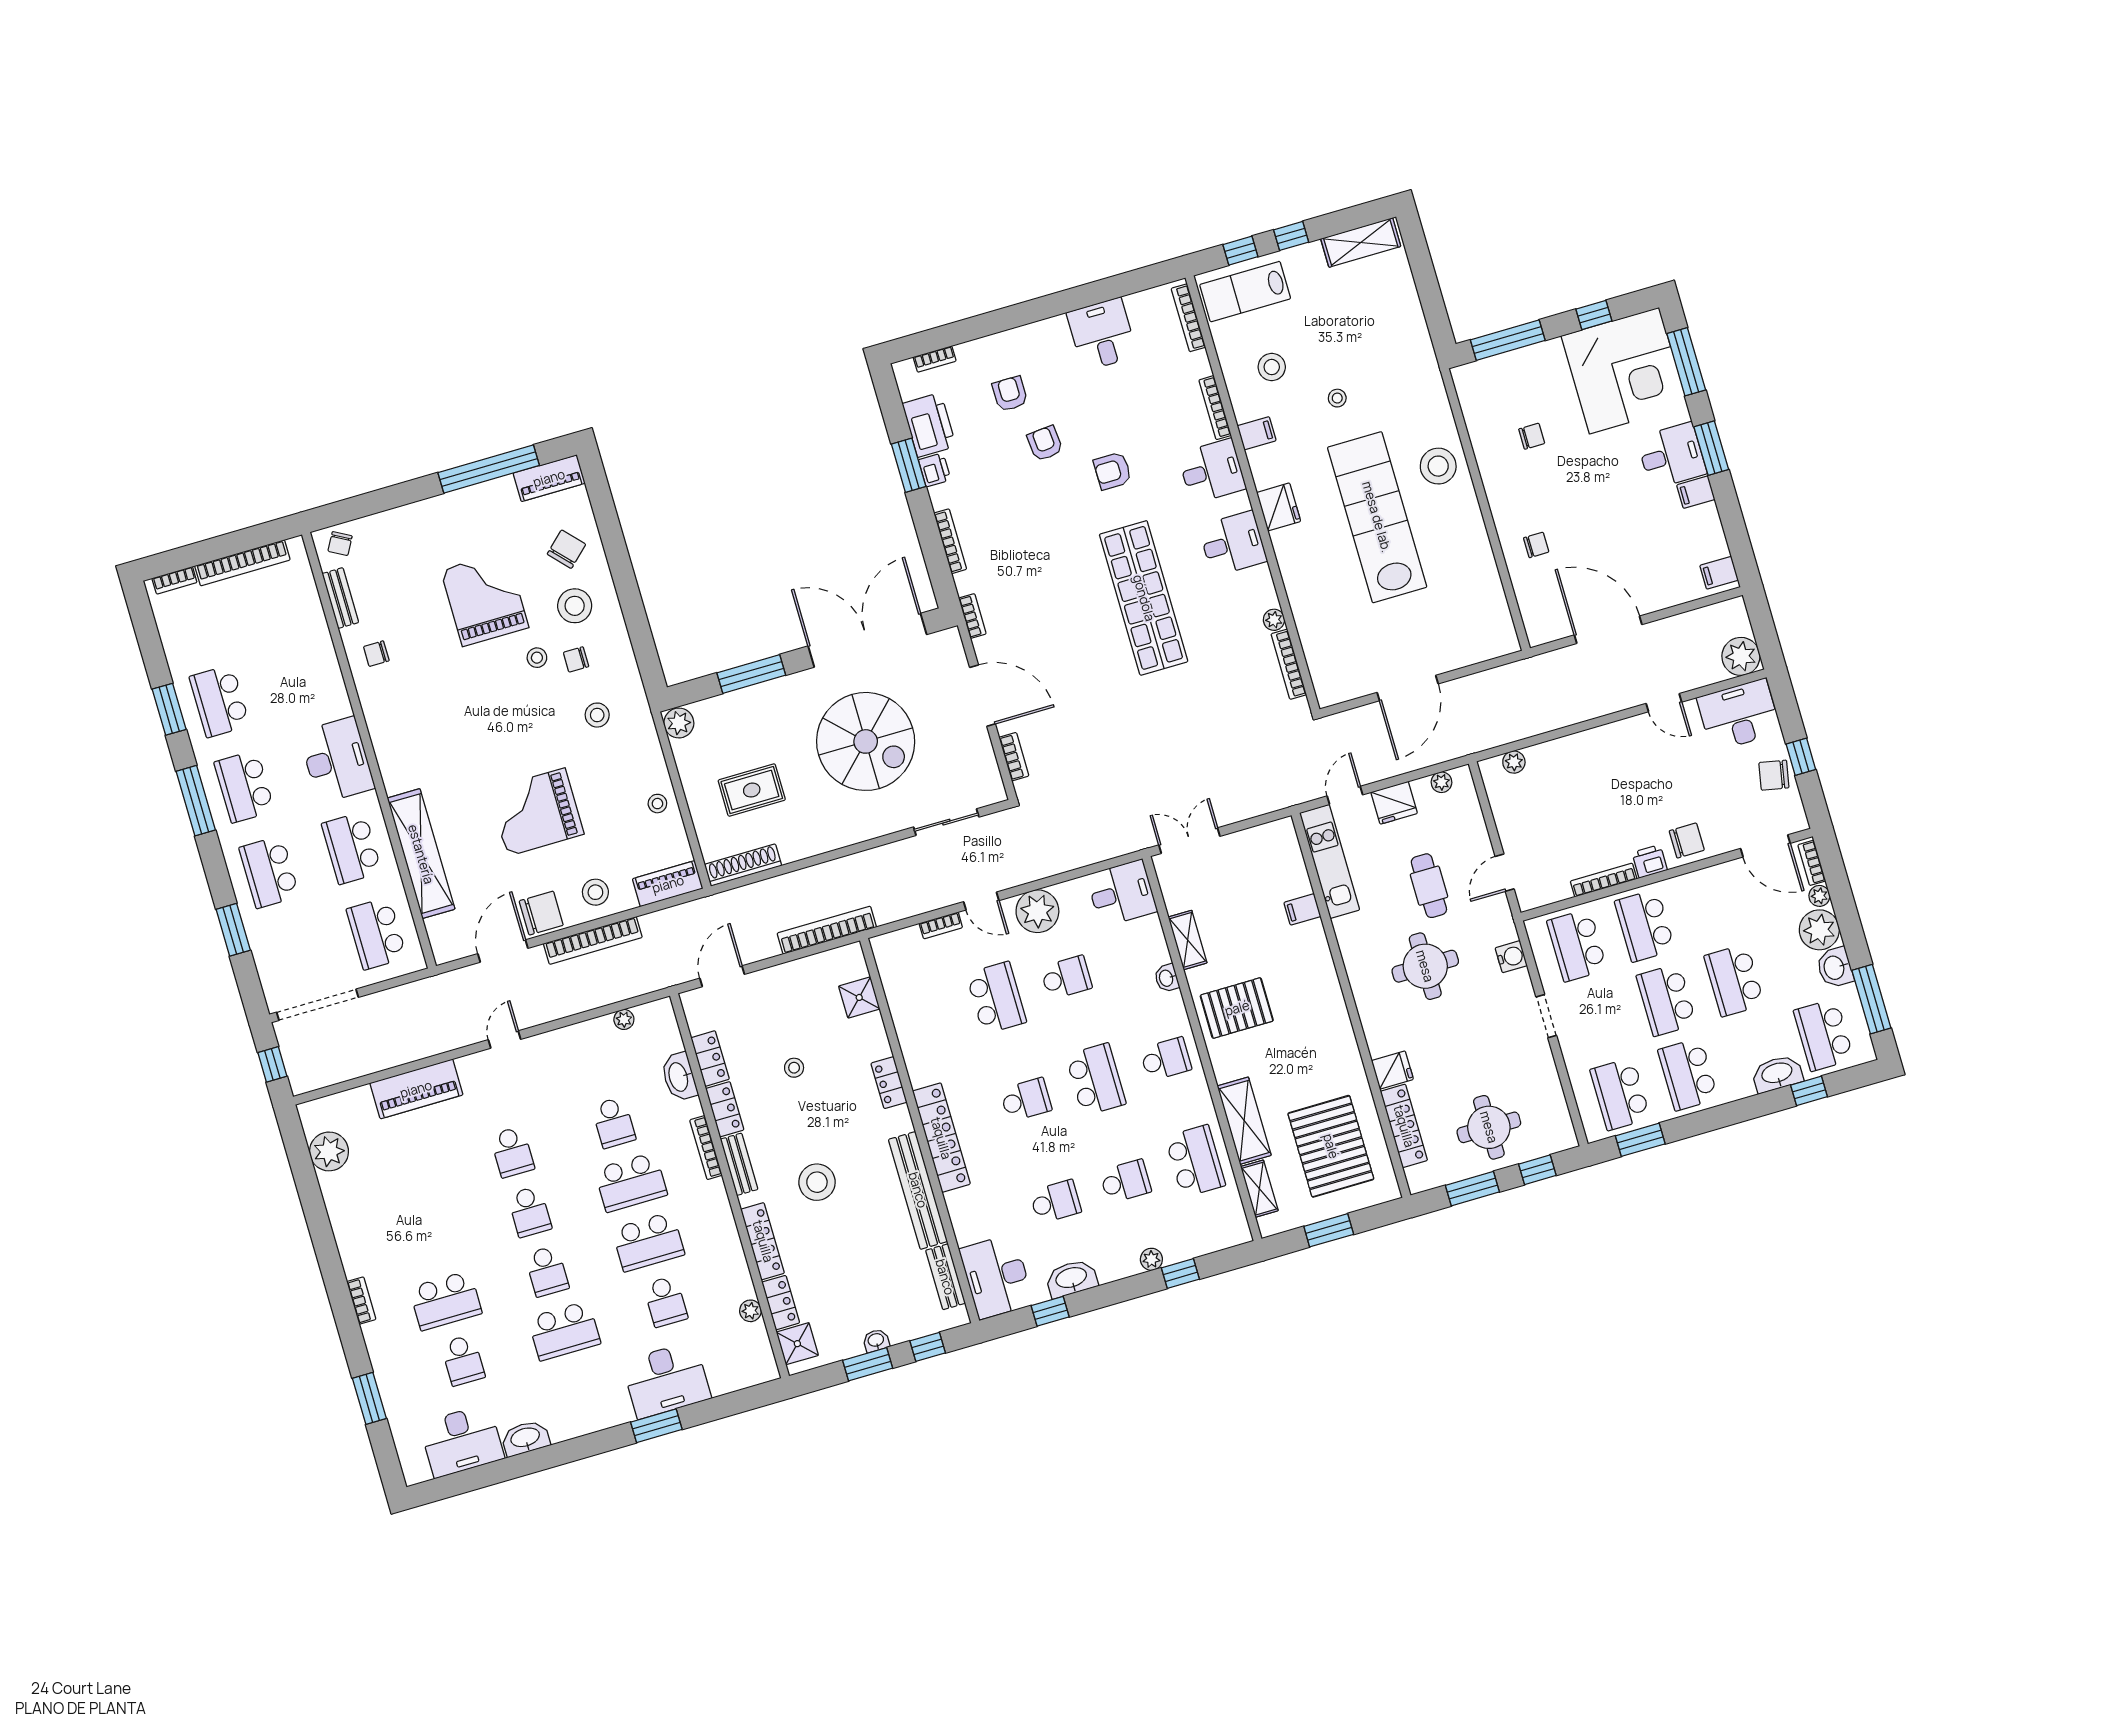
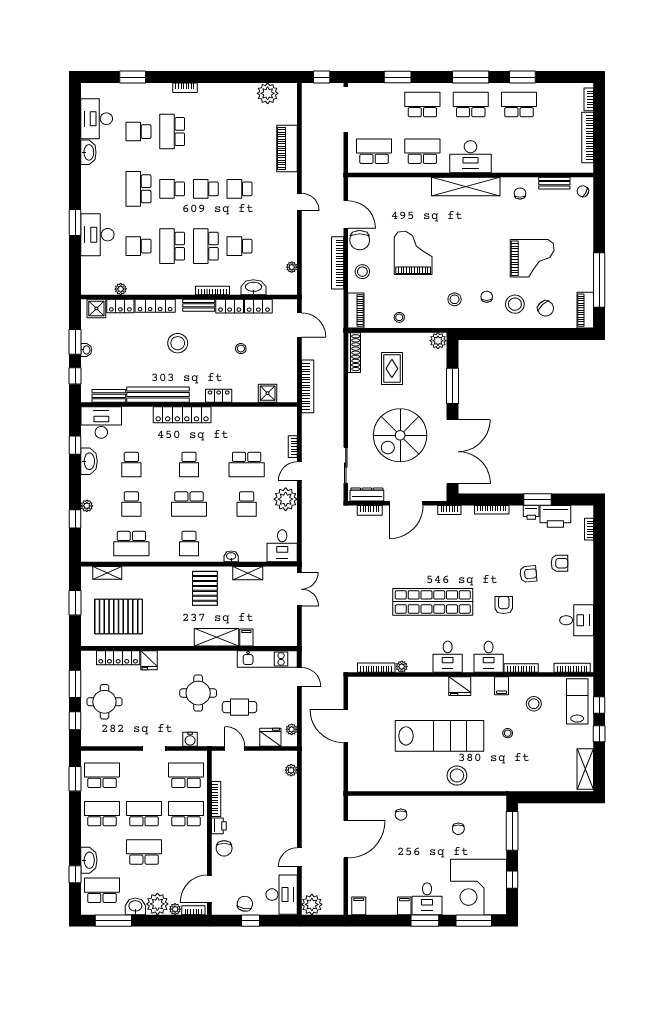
stool: (537, 658) -> (494, 277), removed
dresser: (987, 770) -> (367, 494), added
fridge: (1394, 803) -> (270, 737), moved, turned 90
shelving: (421, 854) -> (466, 187), moved
shelving: (1244, 1121) -> (217, 637), moved

